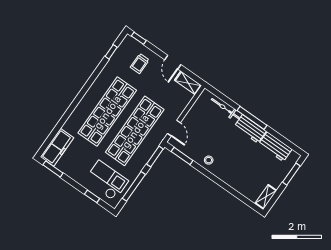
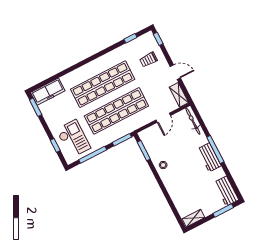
door: (173, 62) -> (175, 72), swing flipped
bicycle: (225, 109) -> (193, 121), moved
door: (174, 128) -> (163, 118), moved
workbench: (275, 147) -> (226, 191), moved

